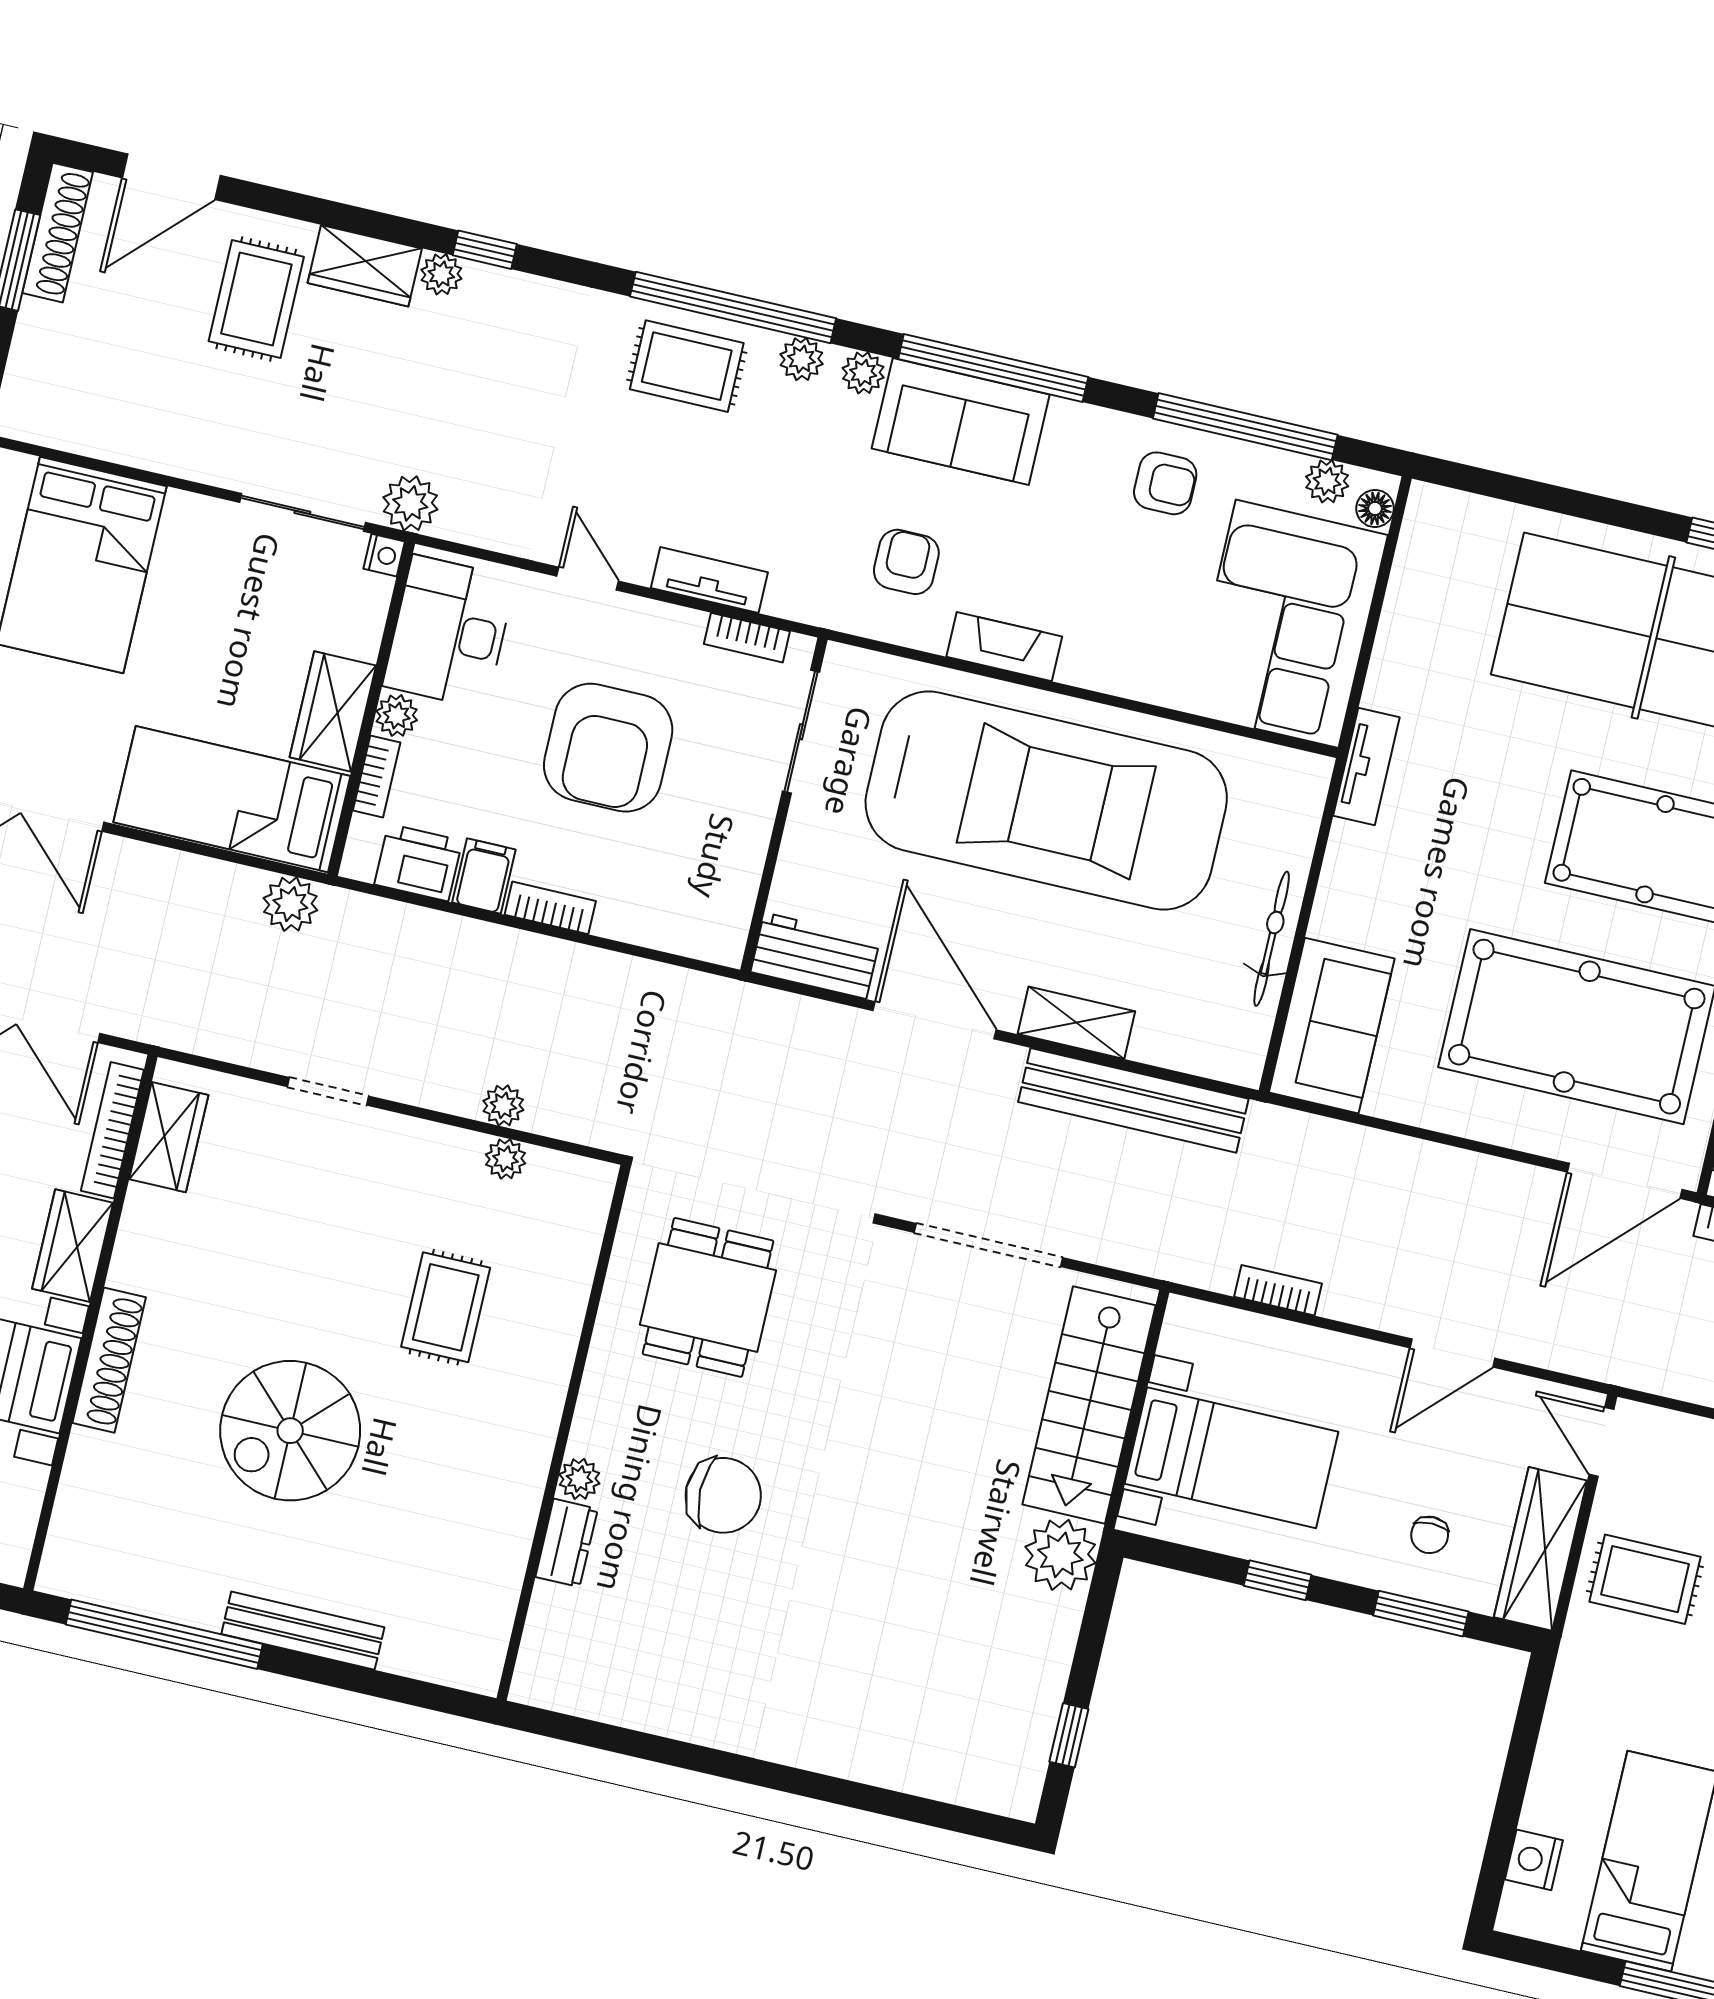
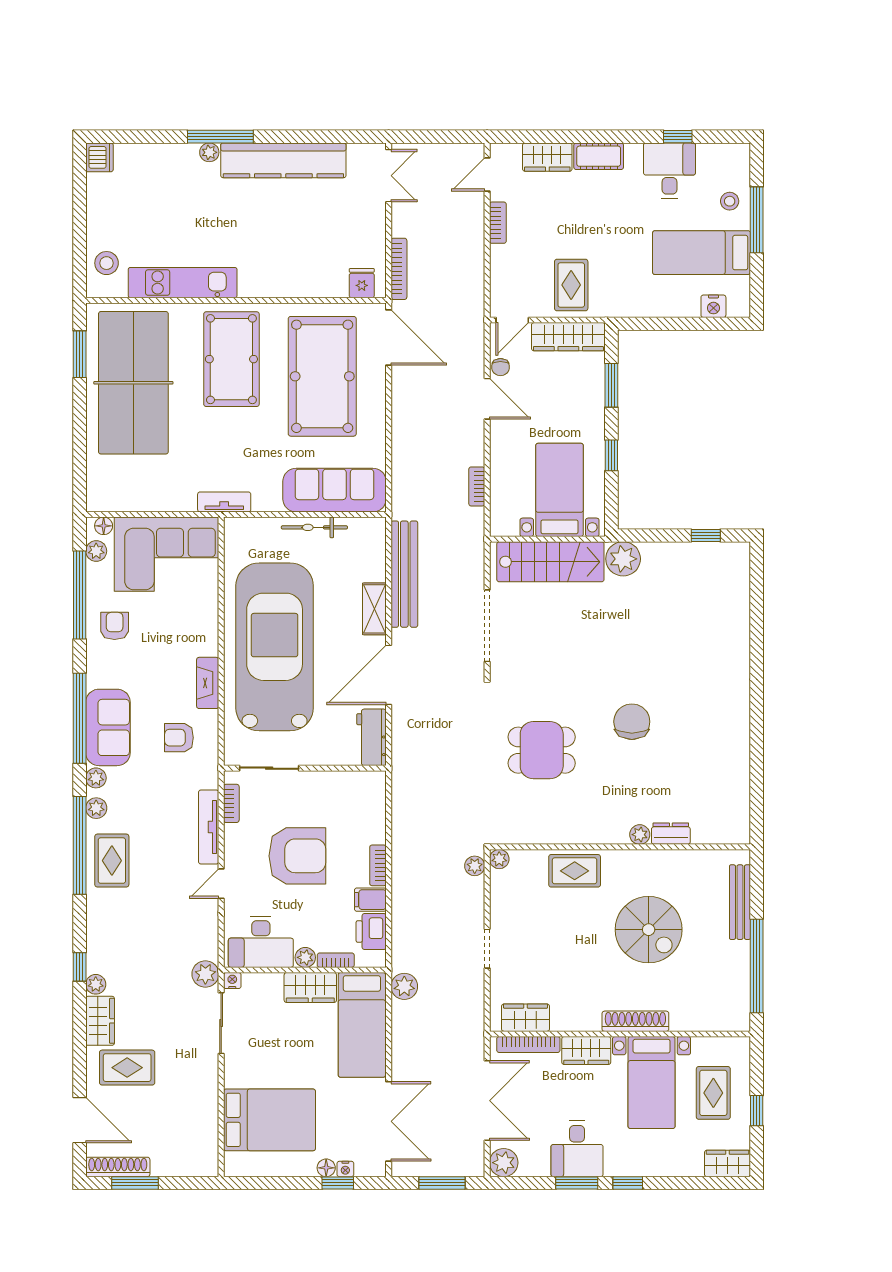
tv unit: (709, 580) -> (209, 827), width x1.41
sofa: (1332, 1026) -> (335, 490), width x1.36
wall: (564, 1433) -> (620, 847), moved
plant: (579, 1479) -> (640, 835), moved
chair: (1430, 1535) -> (500, 367), moved, turned 90
dresser: (567, 1543) -> (671, 834), moved

